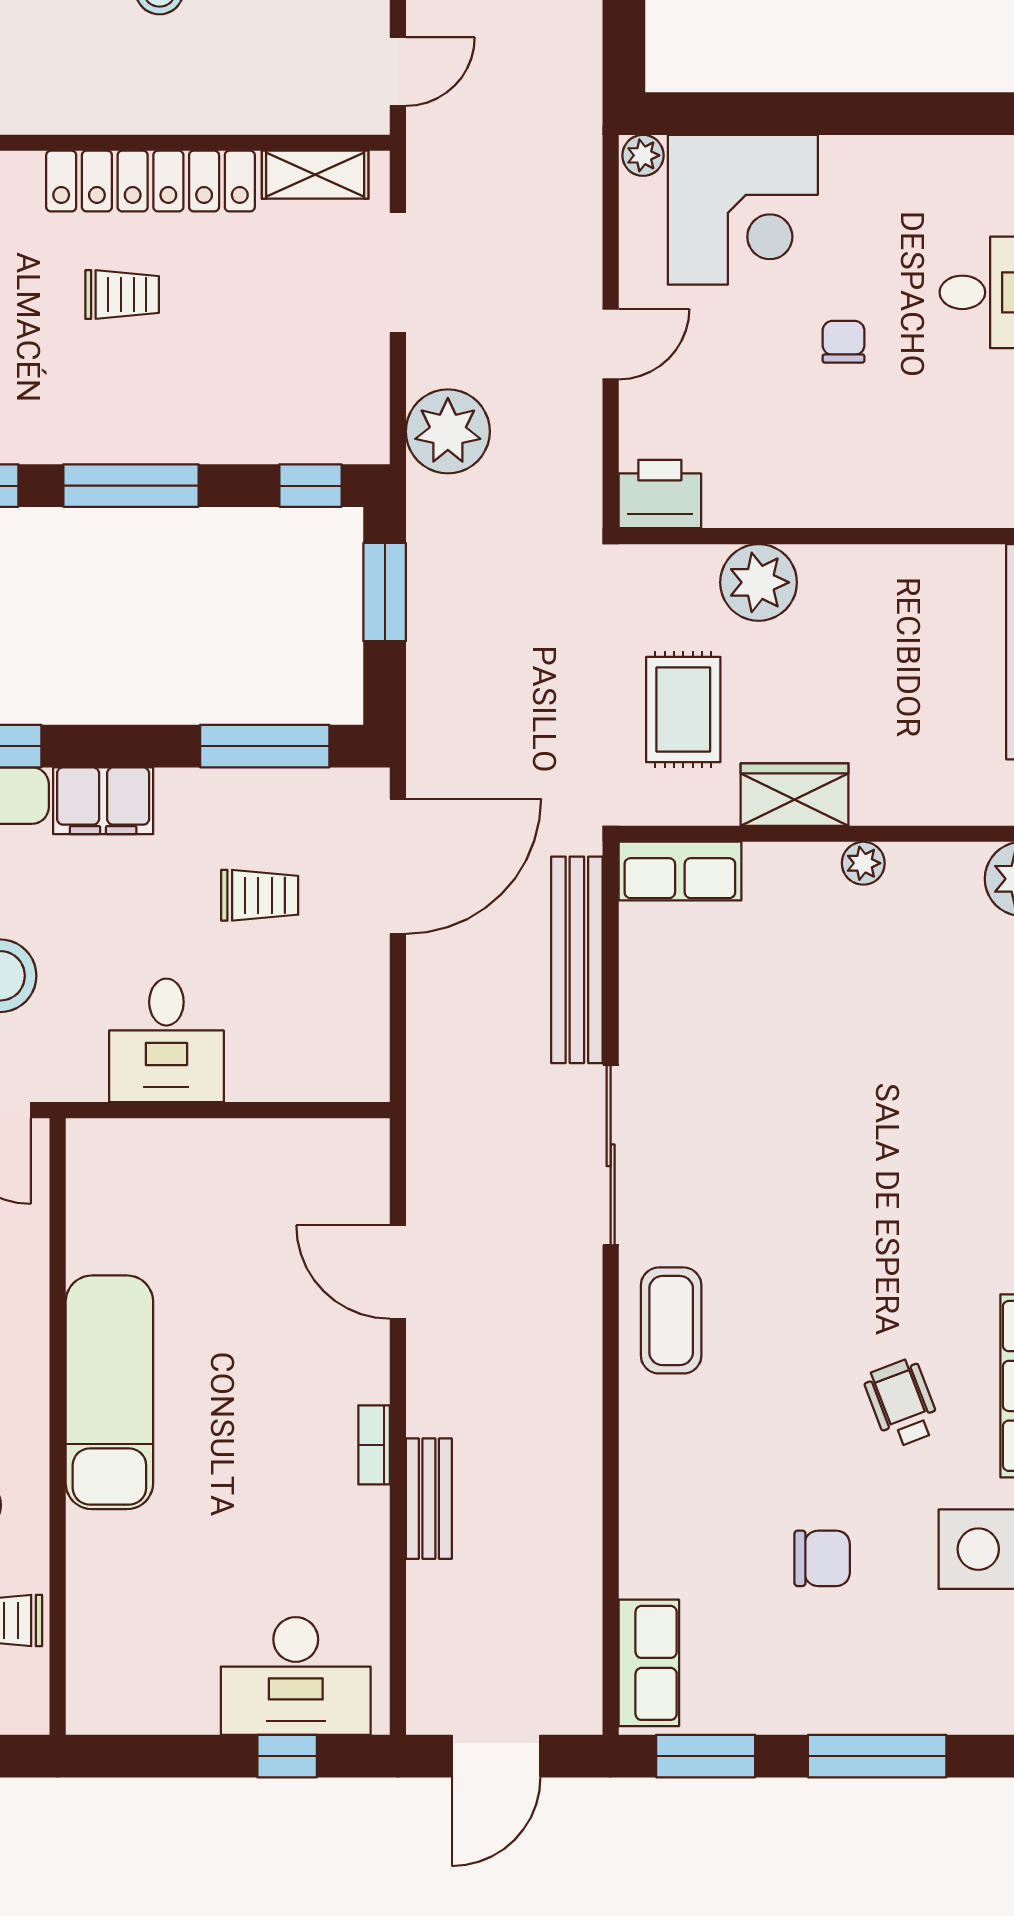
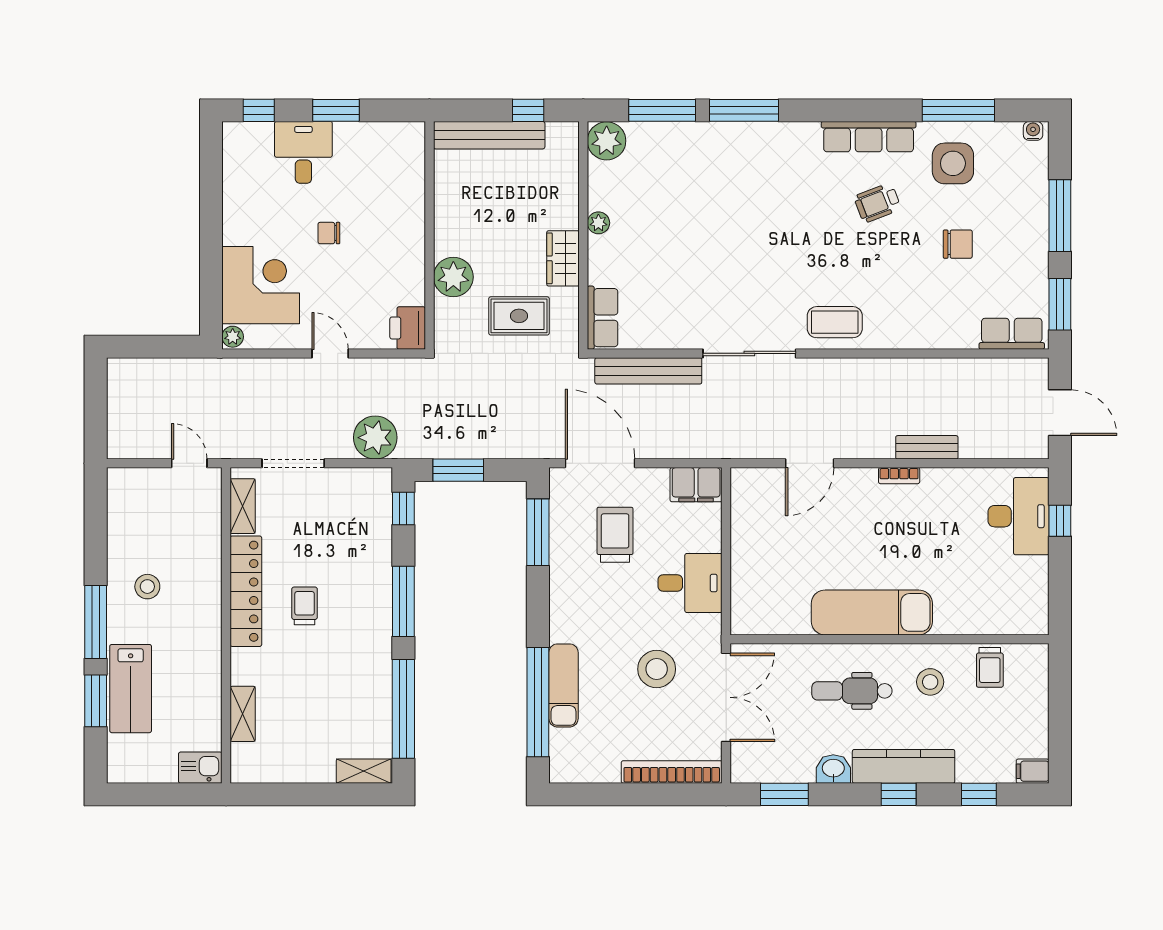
filing cabinet: (103, 801) -> (696, 485), moved, turned 90
trolley: (260, 895) -> (615, 535), width x1.36, depth x1.39
chair: (822, 1558) -> (958, 244), turned 90

